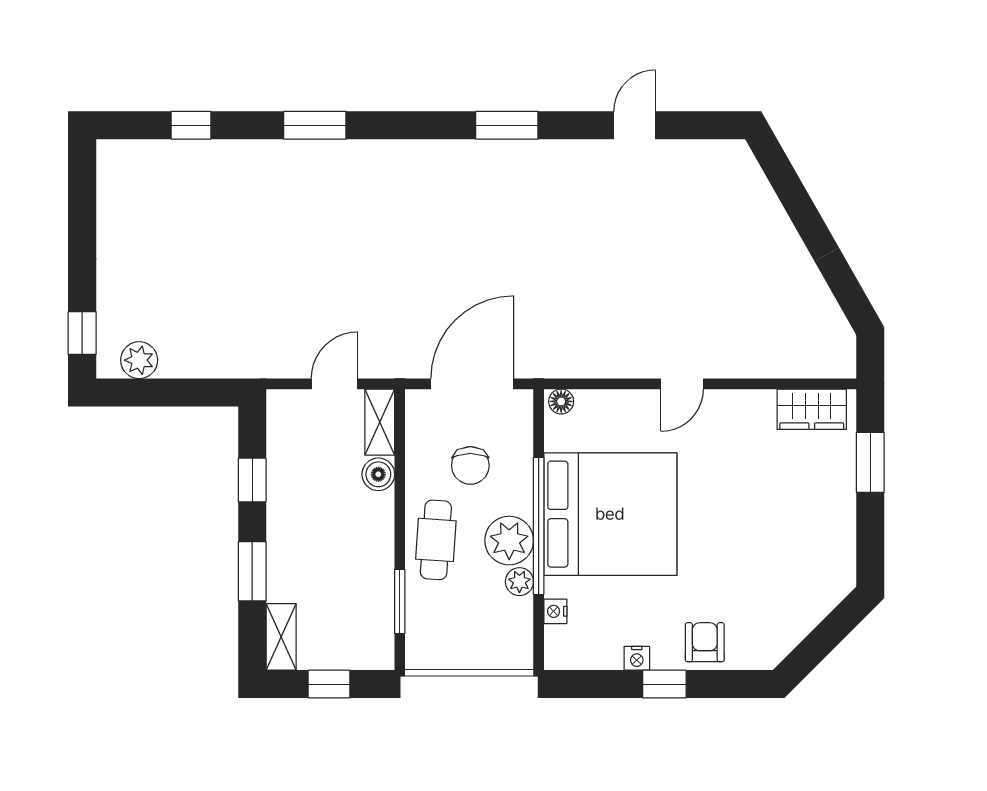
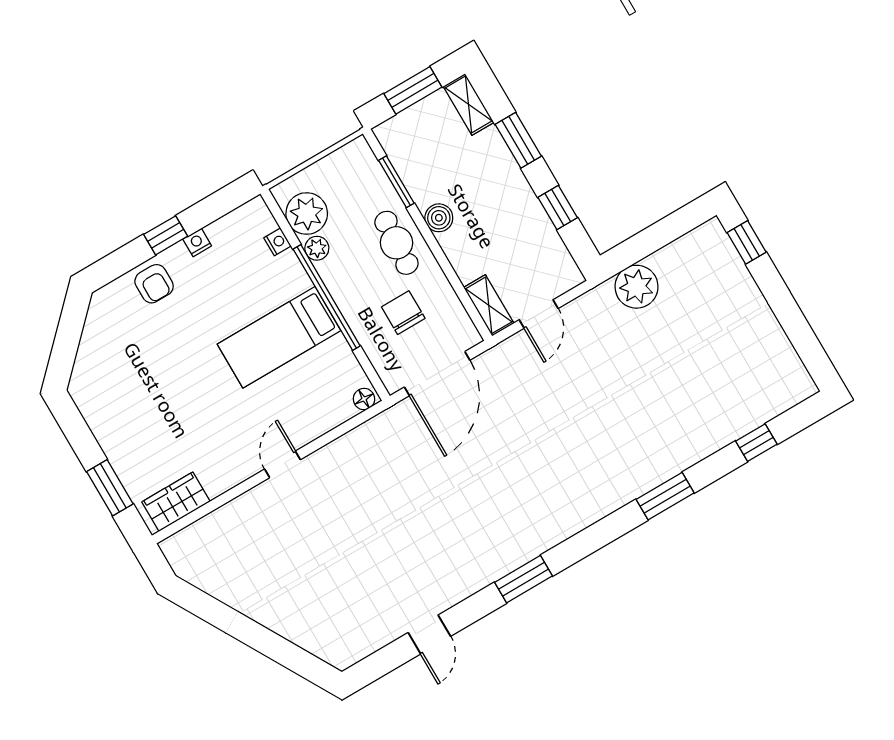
plant: (139, 360) -> (637, 287), moved, width x1.36, depth x1.36
boiler: (378, 474) -> (439, 218), moved
bed: (610, 514) -> (279, 337), width x0.49
plant: (509, 541) -> (307, 214), moved
window: (329, 684) -> (413, 90), width x1.50

